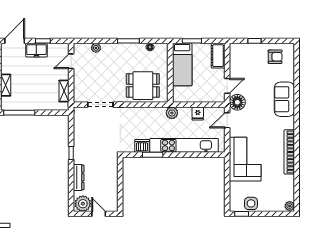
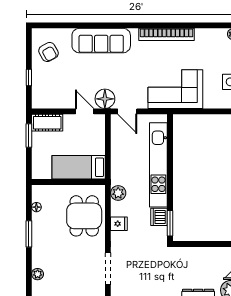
window: (192, 41) -> (29, 135), moved
armchair: (275, 57) -> (48, 52), turned 151
bed: (182, 65) -> (79, 167), moved, turned 180
sofa: (284, 99) -> (101, 41), width x1.36
plant: (172, 113) -> (118, 193), moved
fridge: (198, 114) -> (119, 224), moved
window: (153, 155) -> (170, 223), moved

